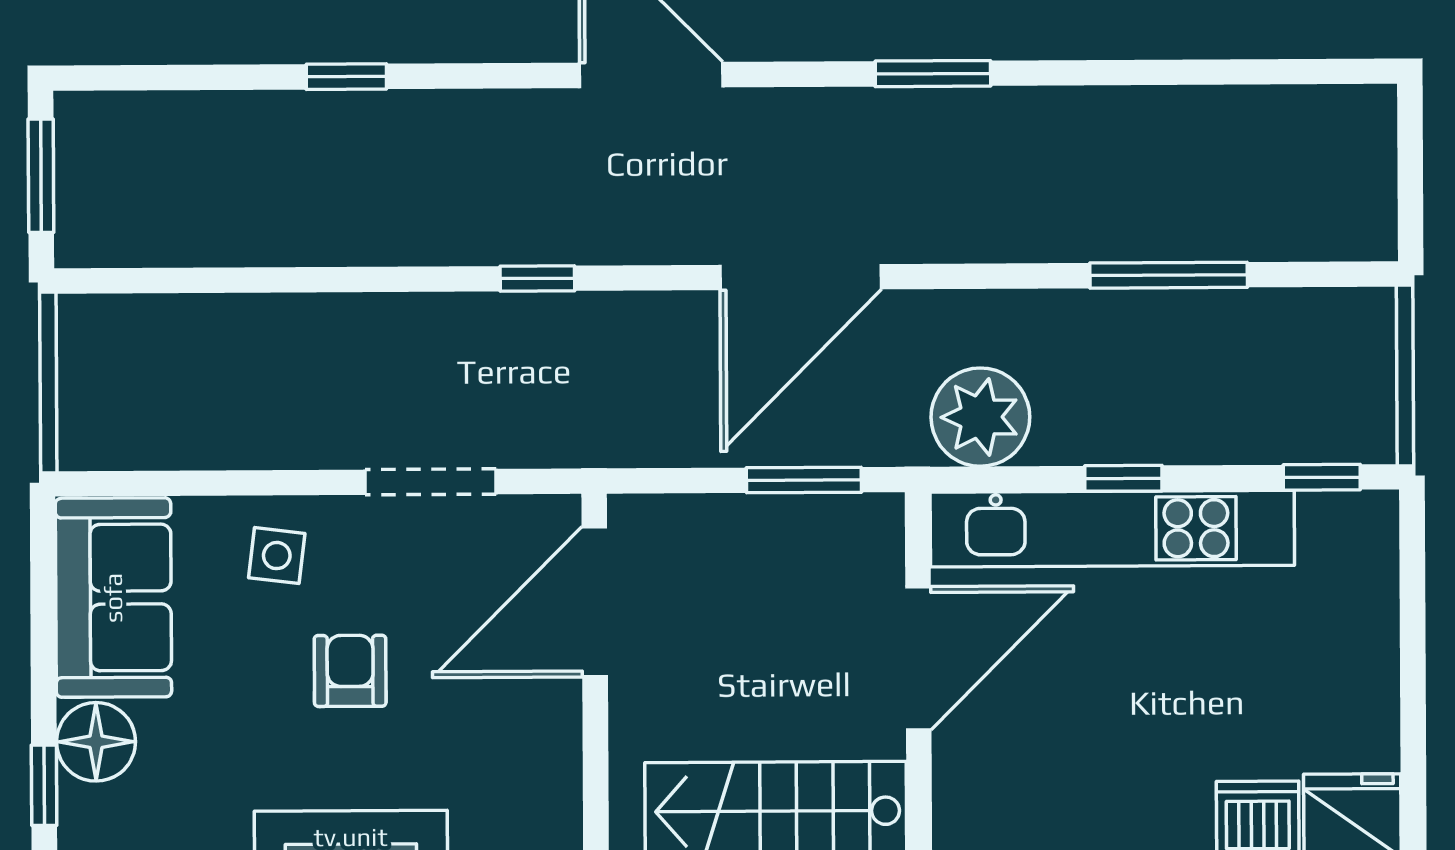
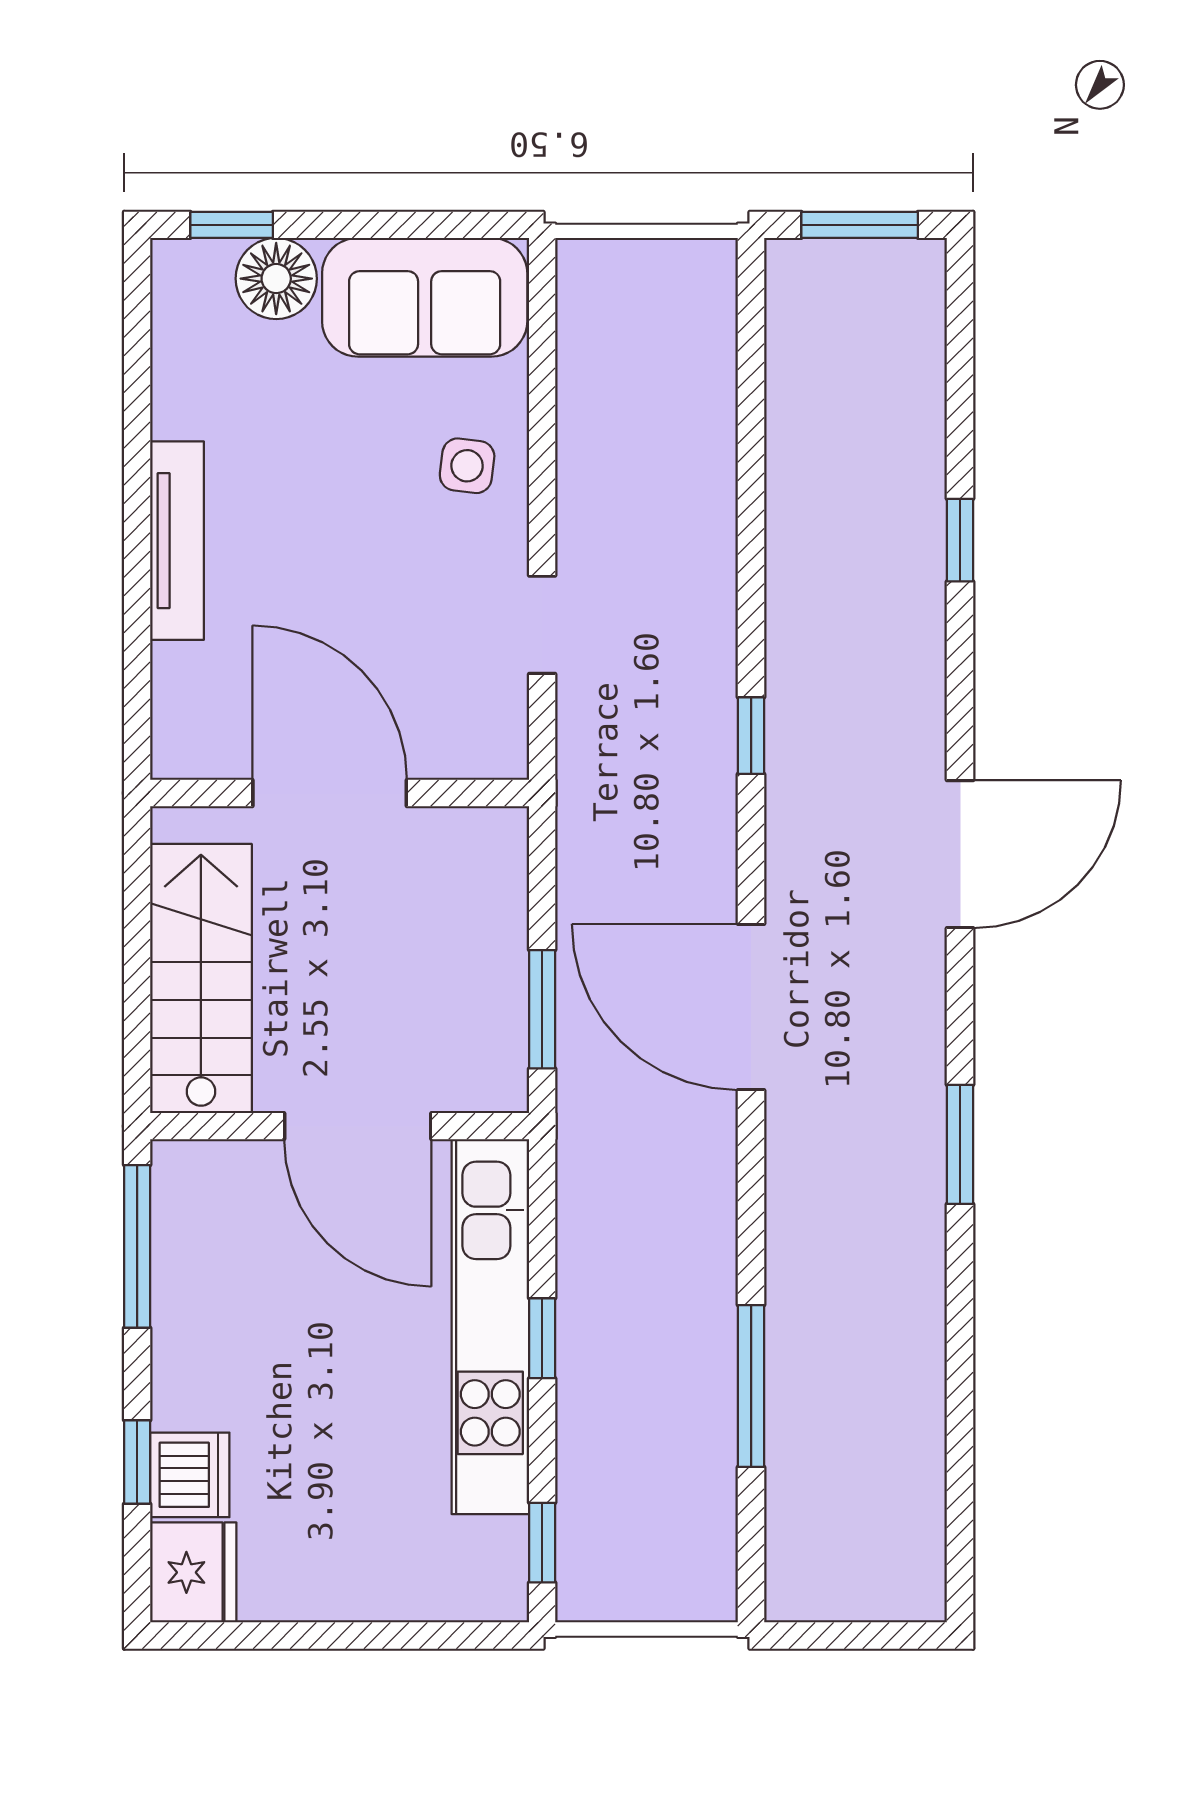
plant: (980, 417) -> (606, 1191), removed
doorway: (431, 482) -> (542, 625), width x0.73
door: (595, 602) -> (330, 793), moved
armchair: (350, 671) -> (348, 541), removed

